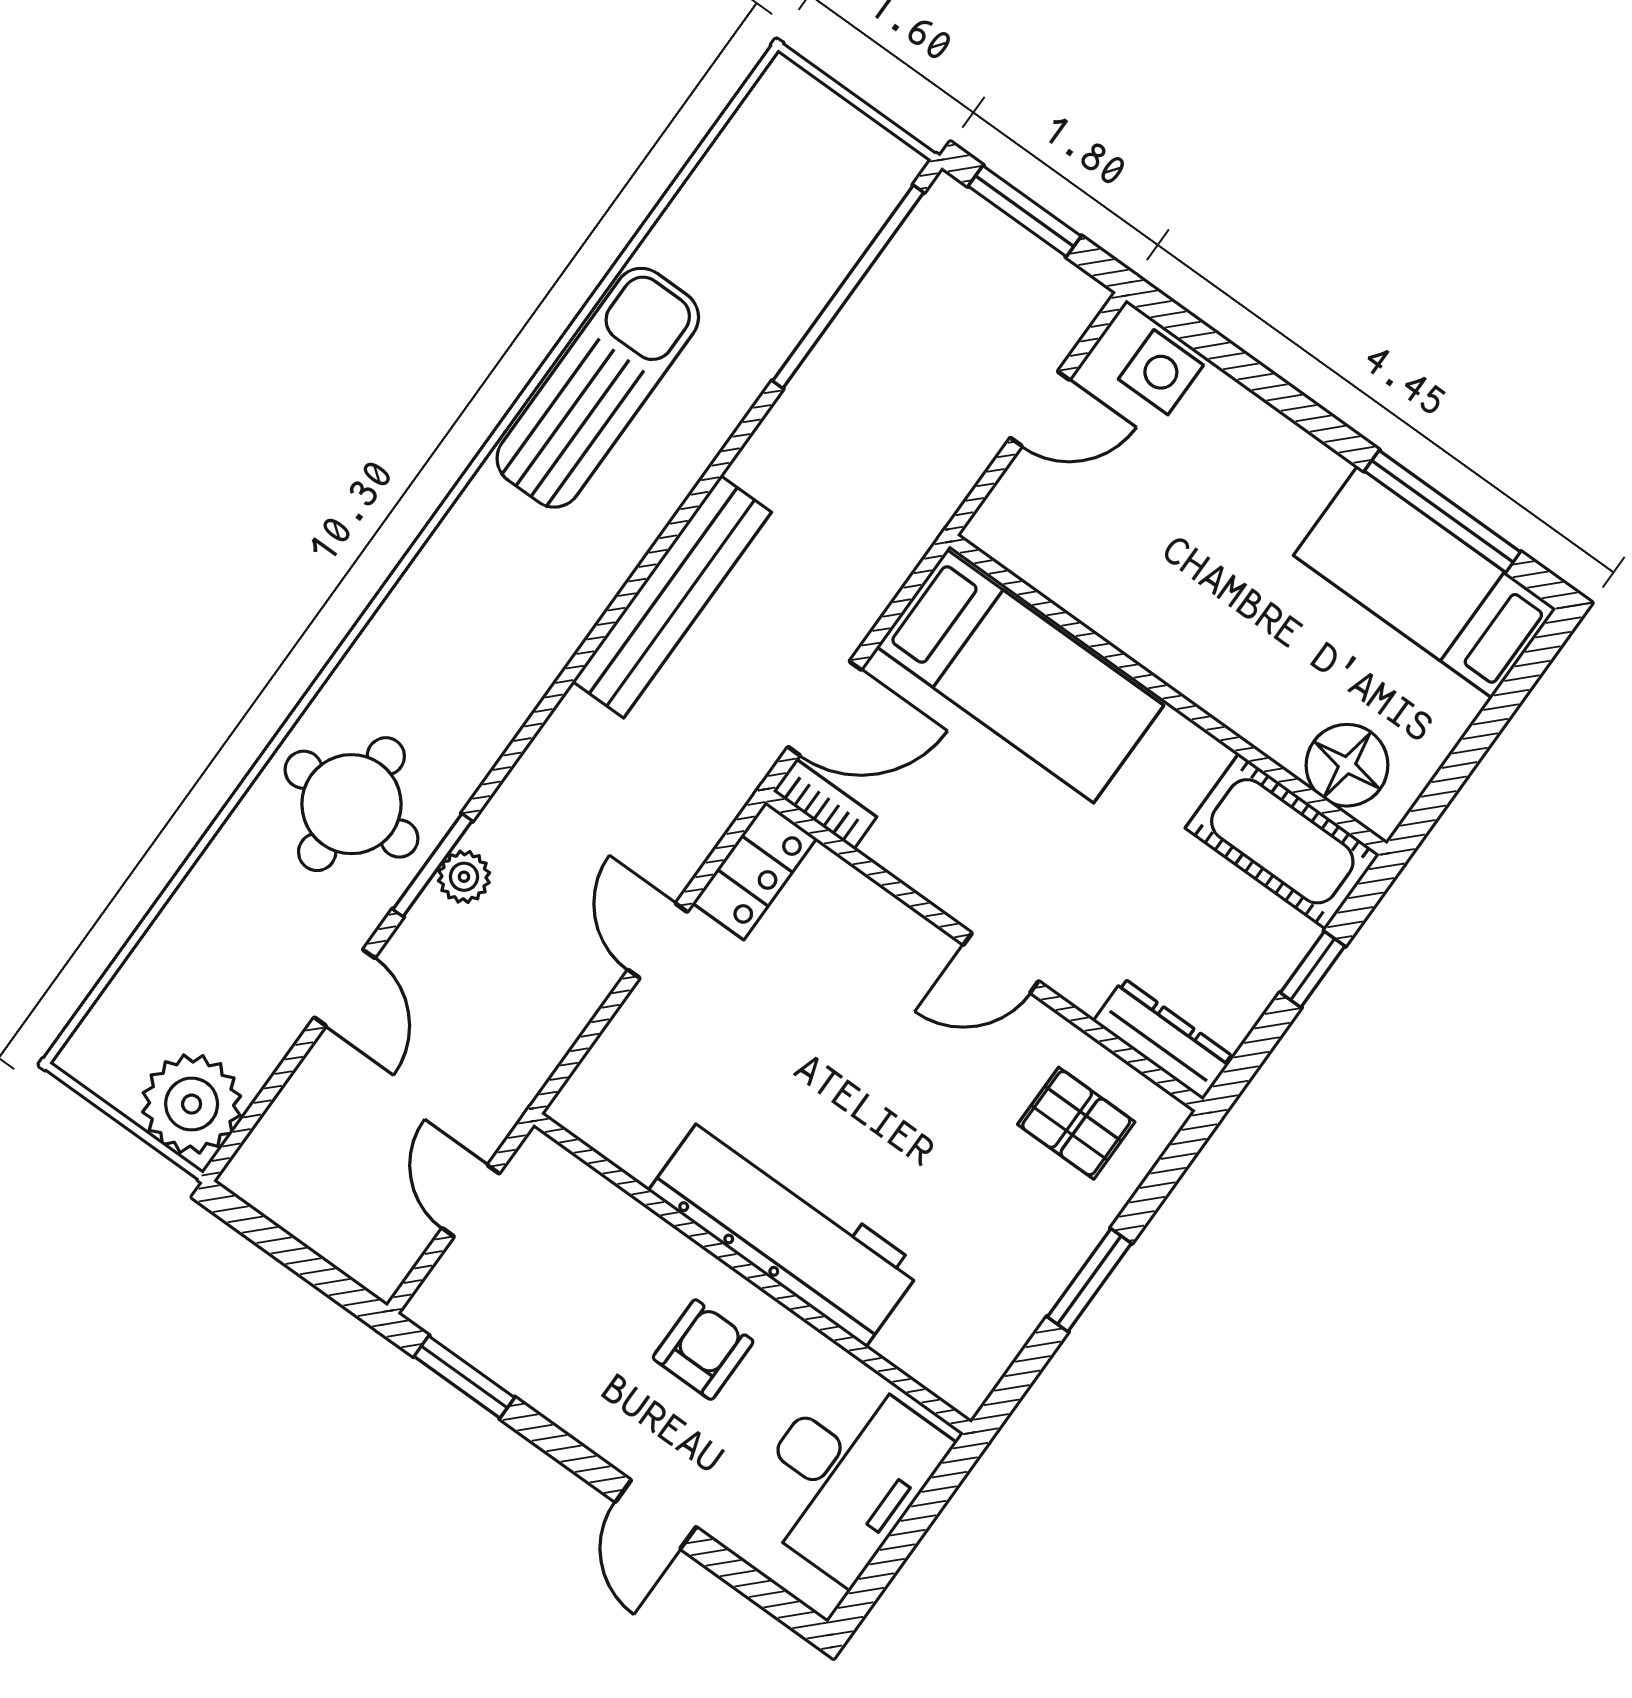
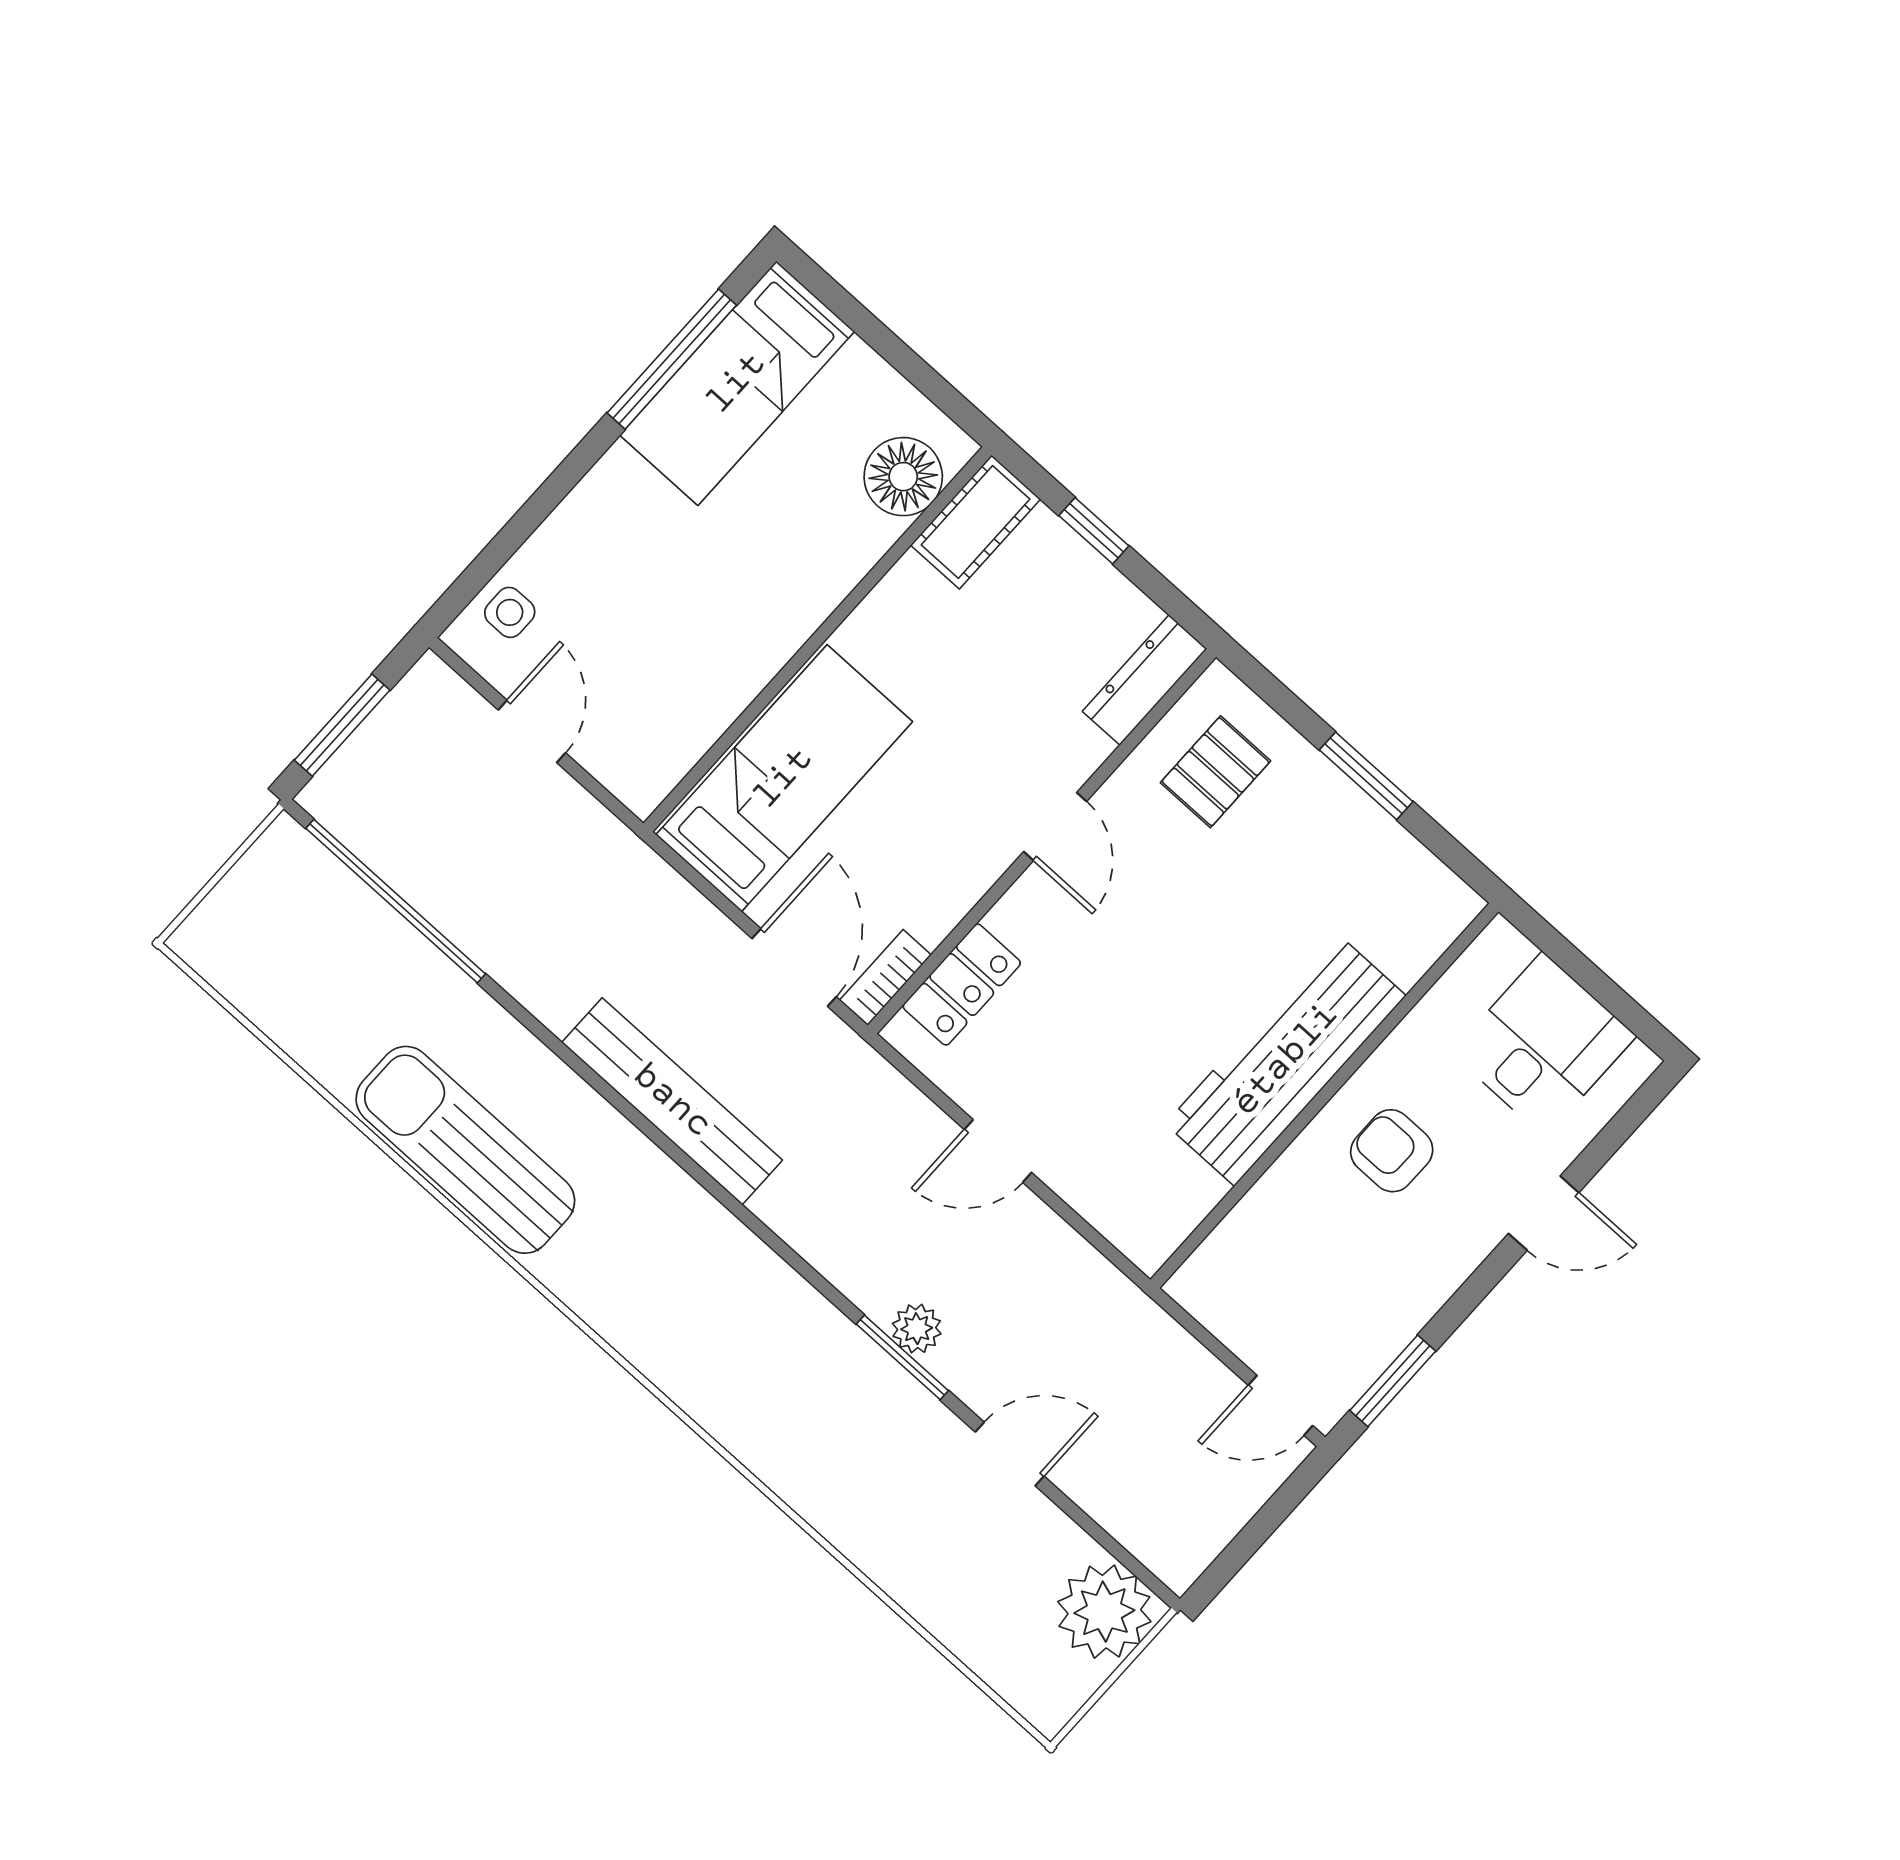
side table: (1161, 372) -> (510, 612), width x0.73, depth x0.73
round table: (351, 804) -> (836, 1428), removed
cot: (1282, 841) -> (976, 522), width x0.73, depth x0.75
locker: (755, 871) -> (962, 985), moved, turned 90
door: (471, 1201) -> (1281, 1405), moved
desk: (845, 1475) -> (1544, 1044), width x0.73

